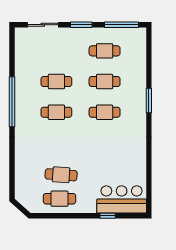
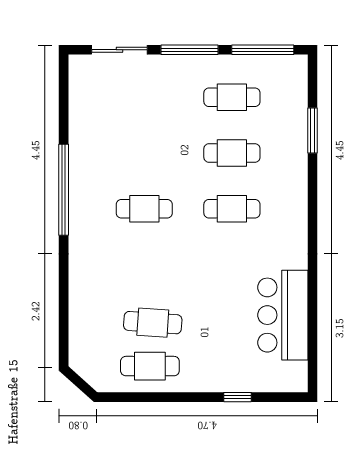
window: (81, 25) -> (190, 50), width x1.44
cafe table: (56, 82) -> (144, 153), removed
window: (149, 100) -> (313, 130), moved
bar counter: (122, 199) -> (283, 315), moved, turned -90

